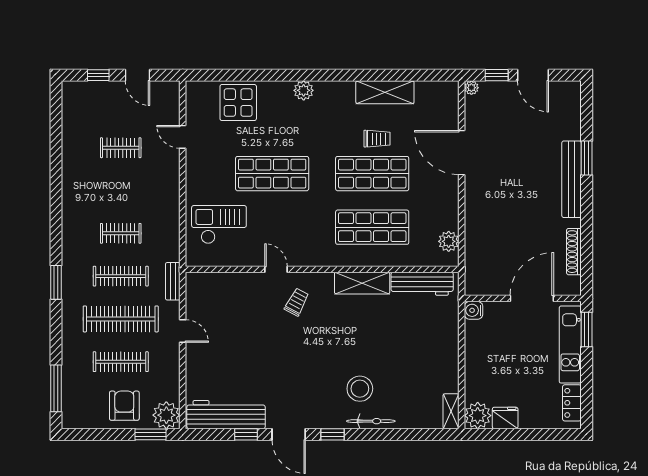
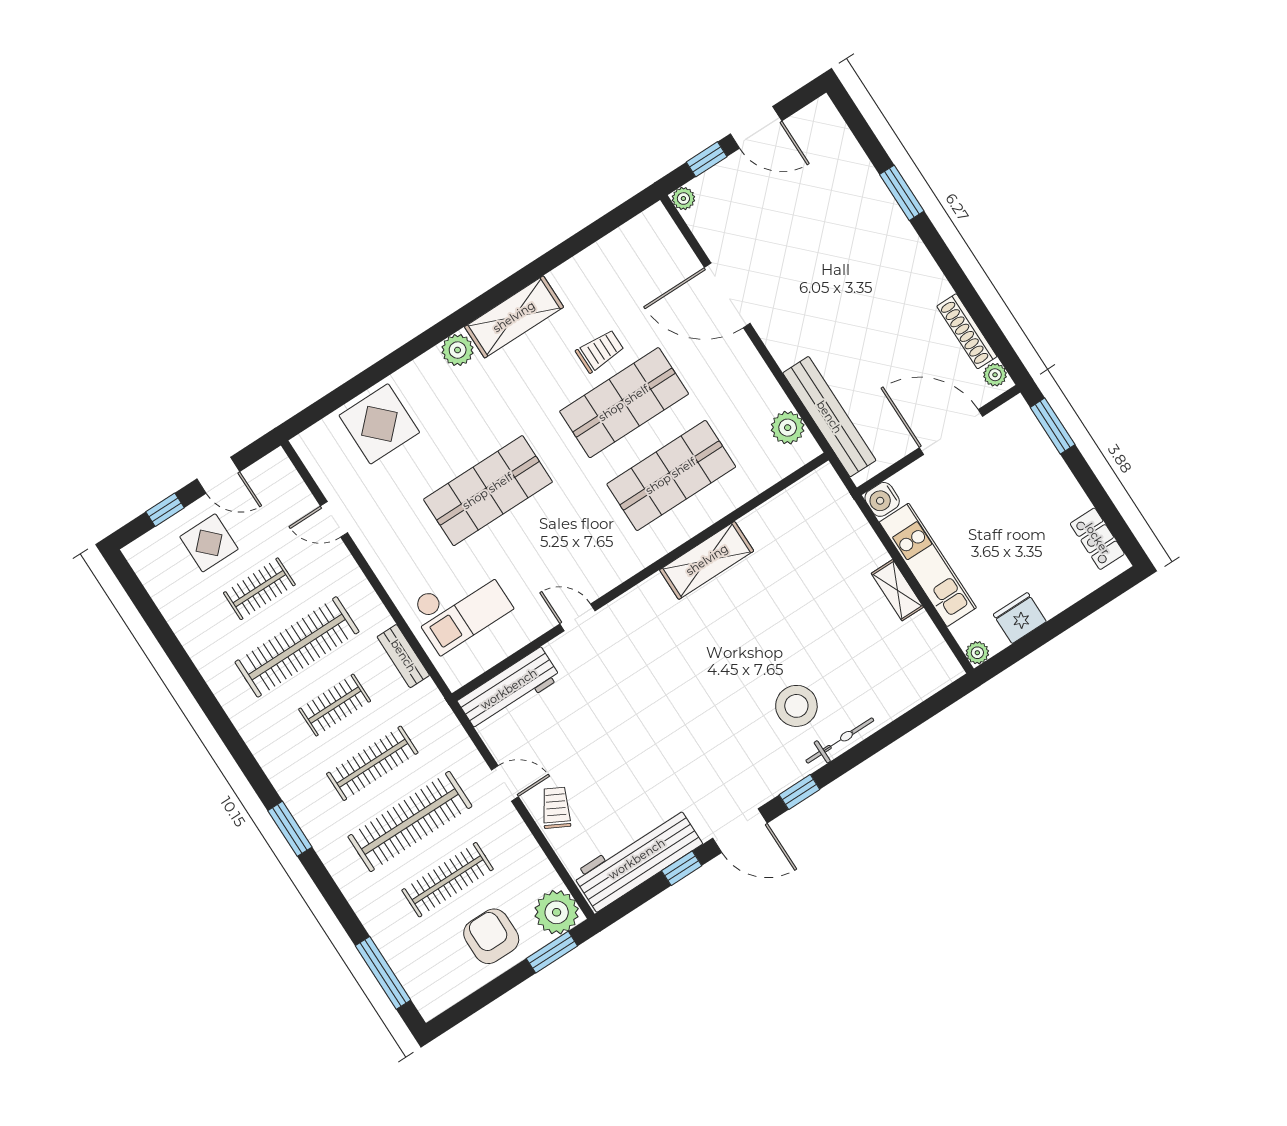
shelving: (385, 92) -> (514, 317), moved
display table: (110, 107) -> (209, 543), added
bench: (572, 179) -> (829, 417), moved
clothes rail: (121, 191) -> (297, 647), added
checkout: (219, 225) -> (461, 607), turned 180
bench: (173, 281) -> (403, 656), moved
workbench: (422, 284) -> (509, 689), moved
plant: (574, 284) -> (995, 375), added
door: (532, 298) -> (951, 432), hinge flipped
trolley: (297, 302) -> (556, 808), moved
kitchen unit: (570, 345) -> (928, 565), moved, turned 180
shelving: (451, 411) -> (897, 590), moved
plant: (478, 416) -> (977, 653), width x0.53, depth x0.53

